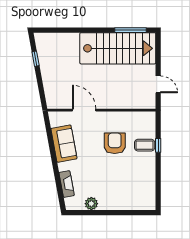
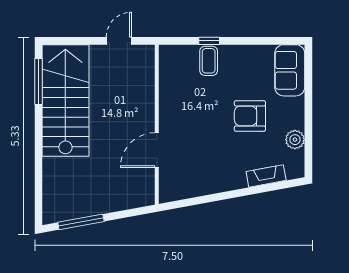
window: (36, 59) -> (81, 222), width x2.17
armchair: (115, 143) -> (250, 116), moved
sofa: (64, 144) -> (290, 70), moved, turned -80

